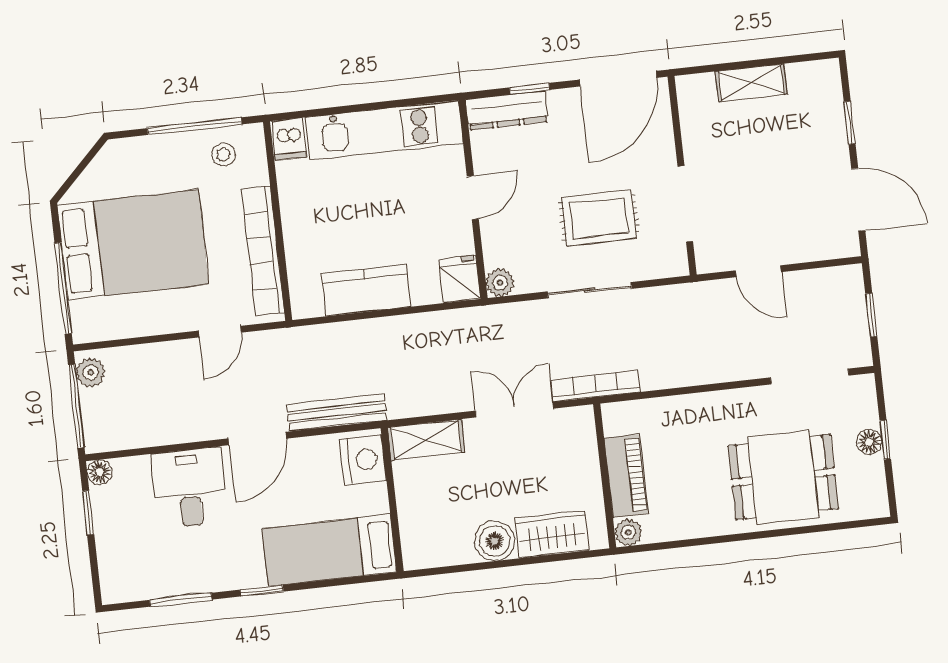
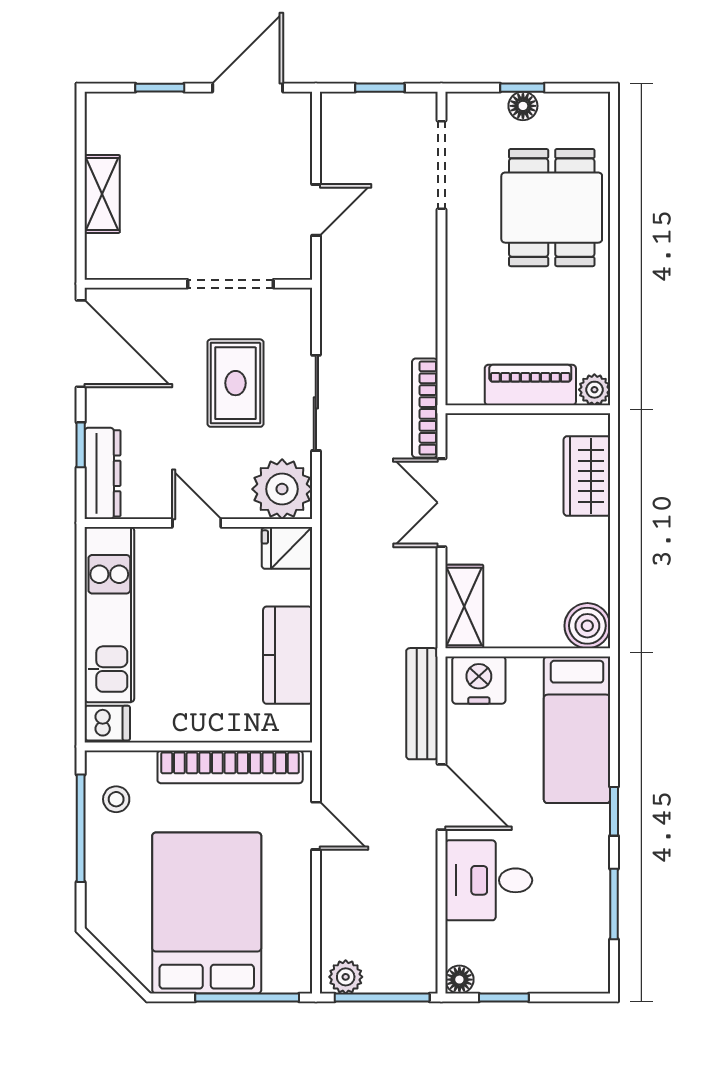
plant: (500, 283) -> (282, 489), width x1.88, depth x1.88
boiler: (495, 541) -> (587, 626), moved

